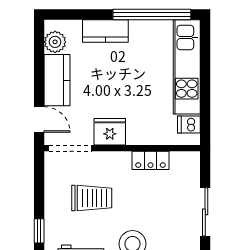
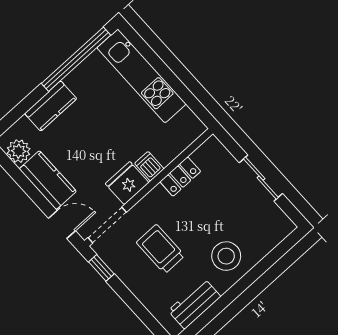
dishwasher: (189, 124) -> (149, 166), moved, turned 90
trolley: (92, 198) -> (161, 249), turned -90
window: (39, 231) -> (101, 268), moved

